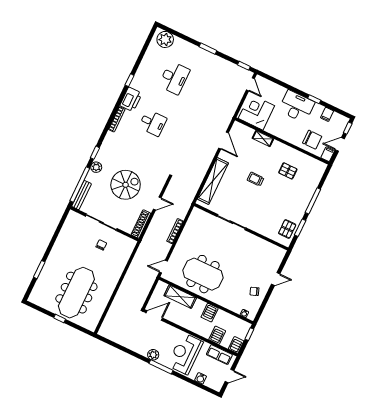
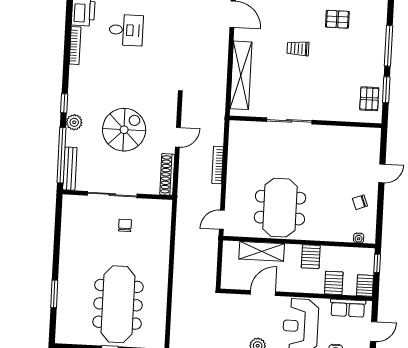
meeting table: (203, 274) -> (280, 208), turned 90
door: (154, 315) -> (263, 293), moved

